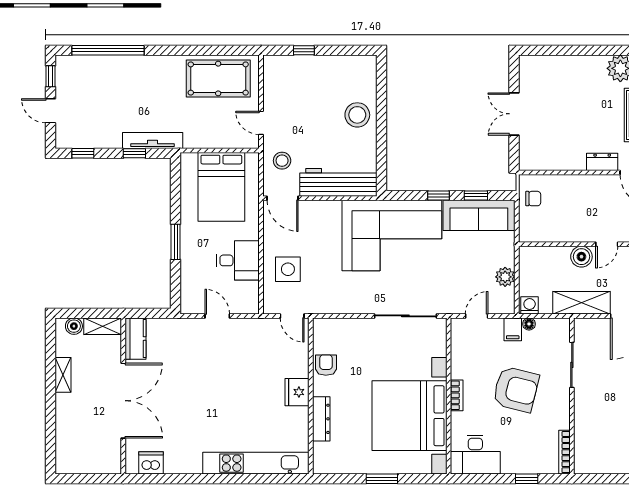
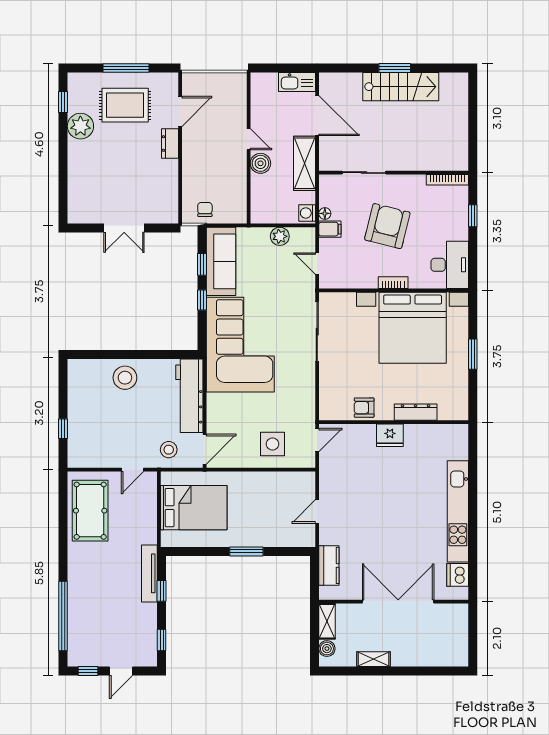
desk: (238, 260) -> (264, 492), removed
kitchen counter: (135, 339) -> (329, 565), moved, turned 90
kitchen unit: (256, 463) -> (458, 511), moved

